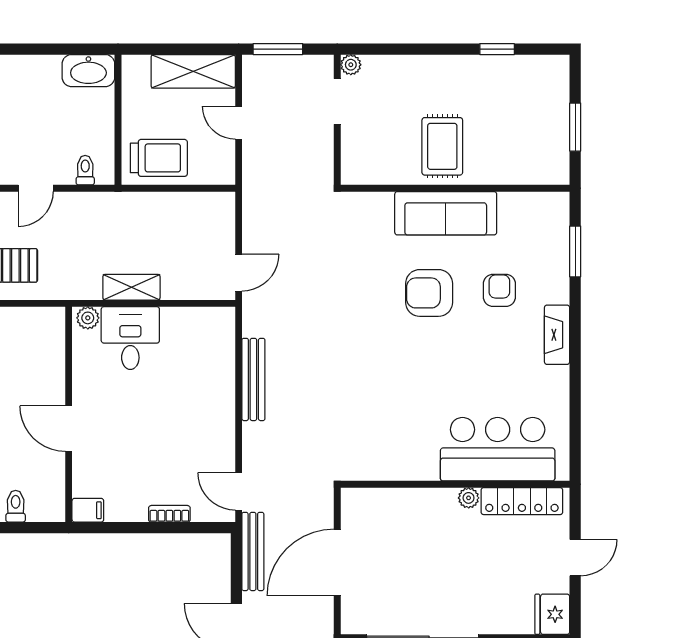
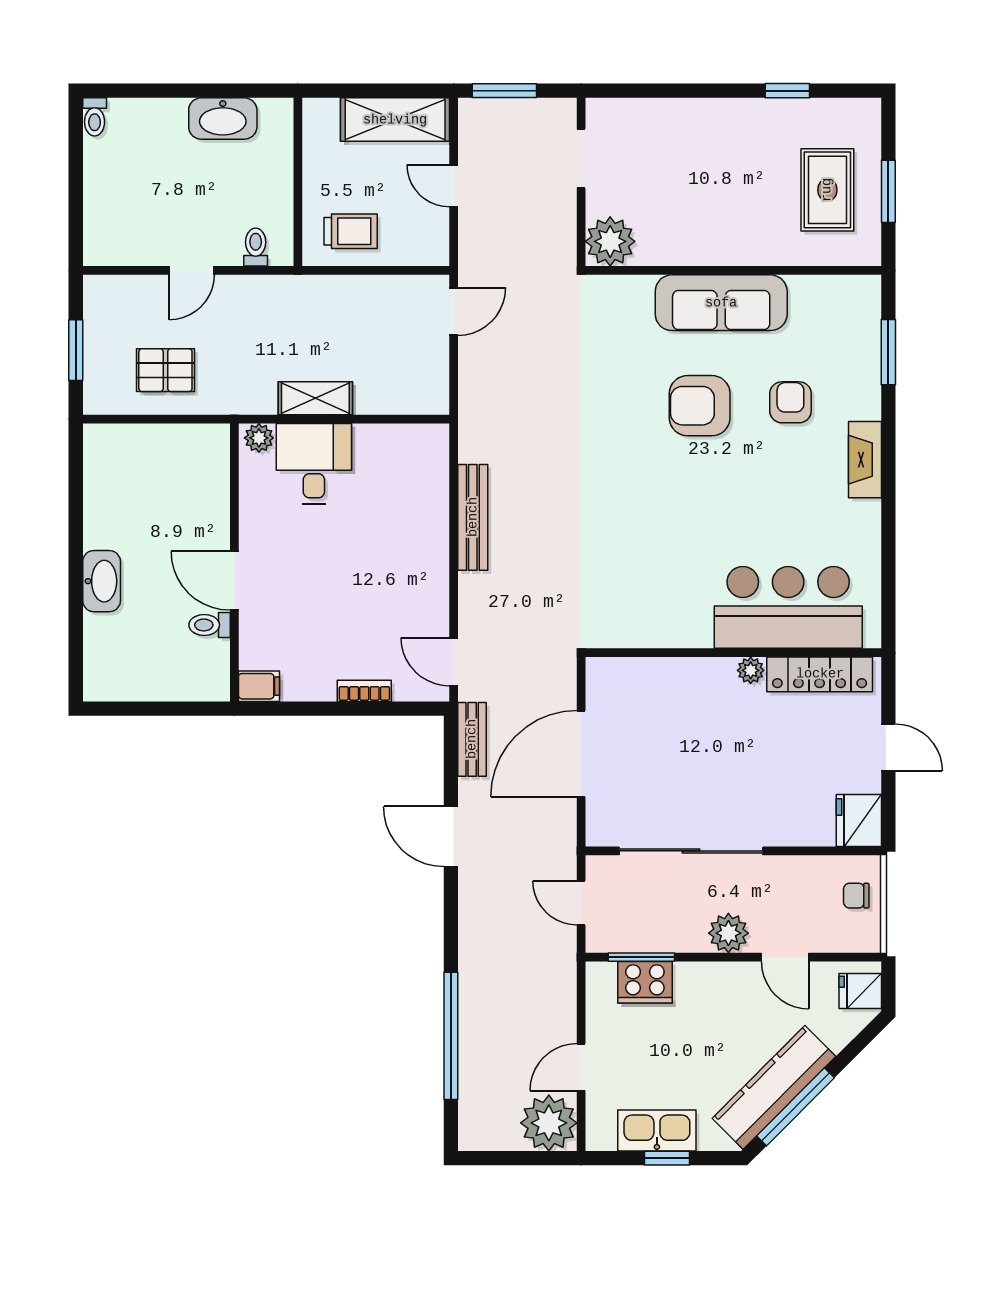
plant: (351, 65) -> (610, 241), moved, width x1.87, depth x1.87
washbasin: (88, 71) -> (223, 118), moved
rug: (442, 146) -> (827, 190), moved
trolley: (159, 158) -> (351, 231), width x0.73, depth x0.72
door: (239, 273) -> (454, 311), moved
toilet: (16, 506) -> (210, 625), moved, turned -90
bench: (253, 551) -> (472, 739), width x0.73
door: (575, 558) -> (888, 747), hinge flipped

